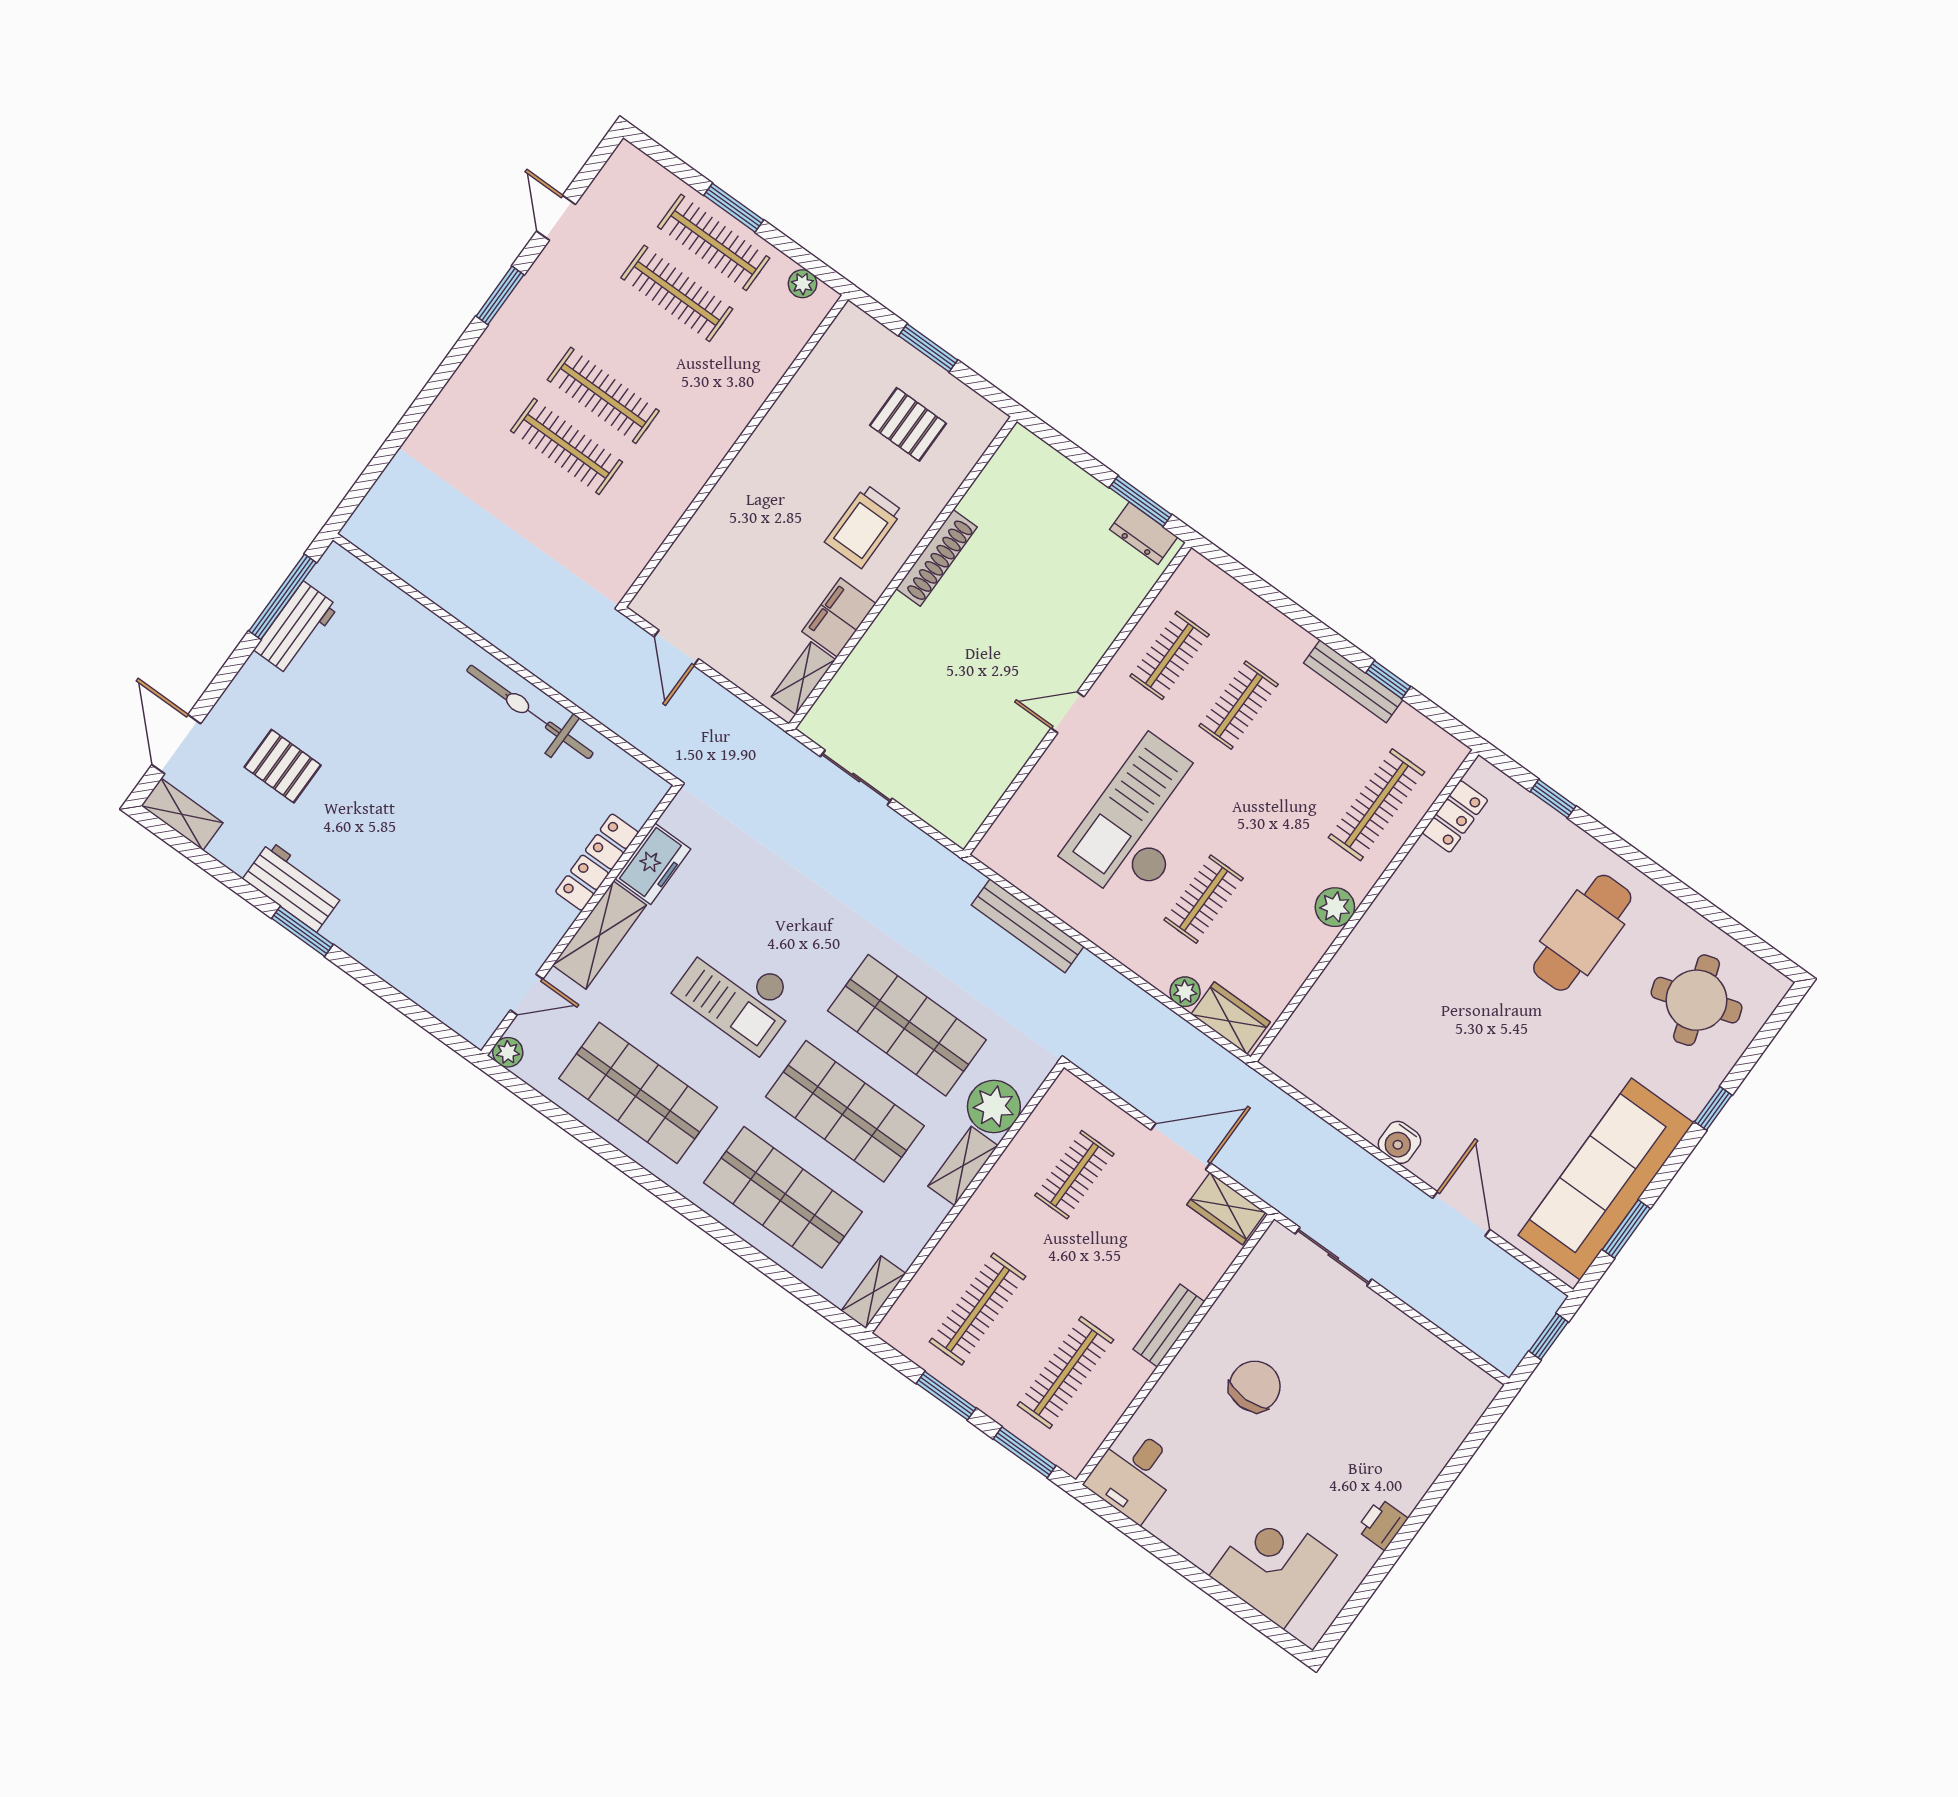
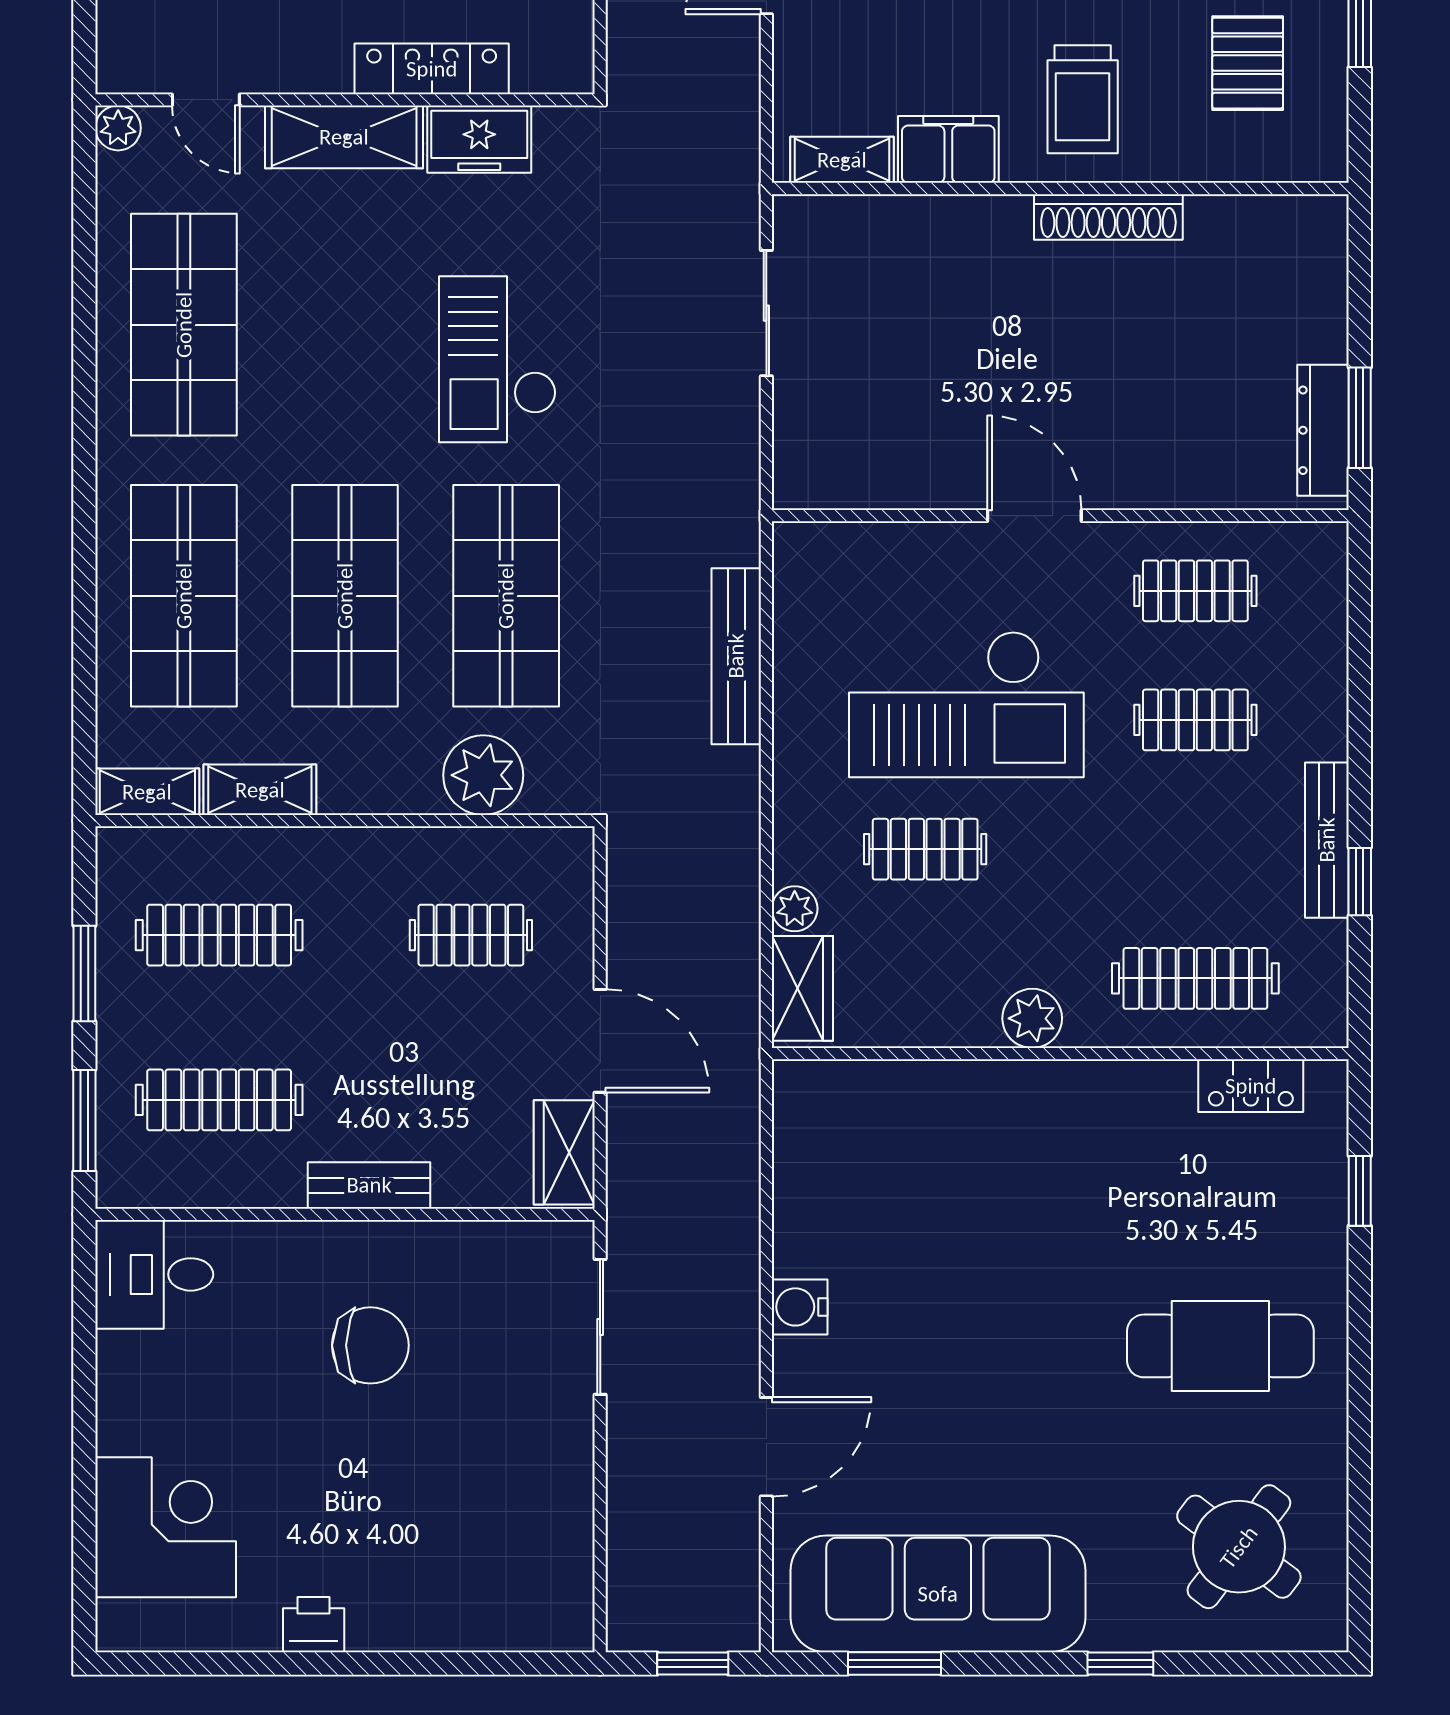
trolley: (864, 526) -> (1083, 99), turned -90
dresser: (1144, 533) -> (1323, 430), width x1.44
door: (1067, 712) -> (1034, 516), width x1.37
checkout: (1142, 821) -> (966, 704), turned 180
checkout: (738, 994) -> (498, 359), moved
round table: (1697, 1000) -> (1239, 1547), turned -35
shelving: (963, 1166) -> (260, 790), moved

